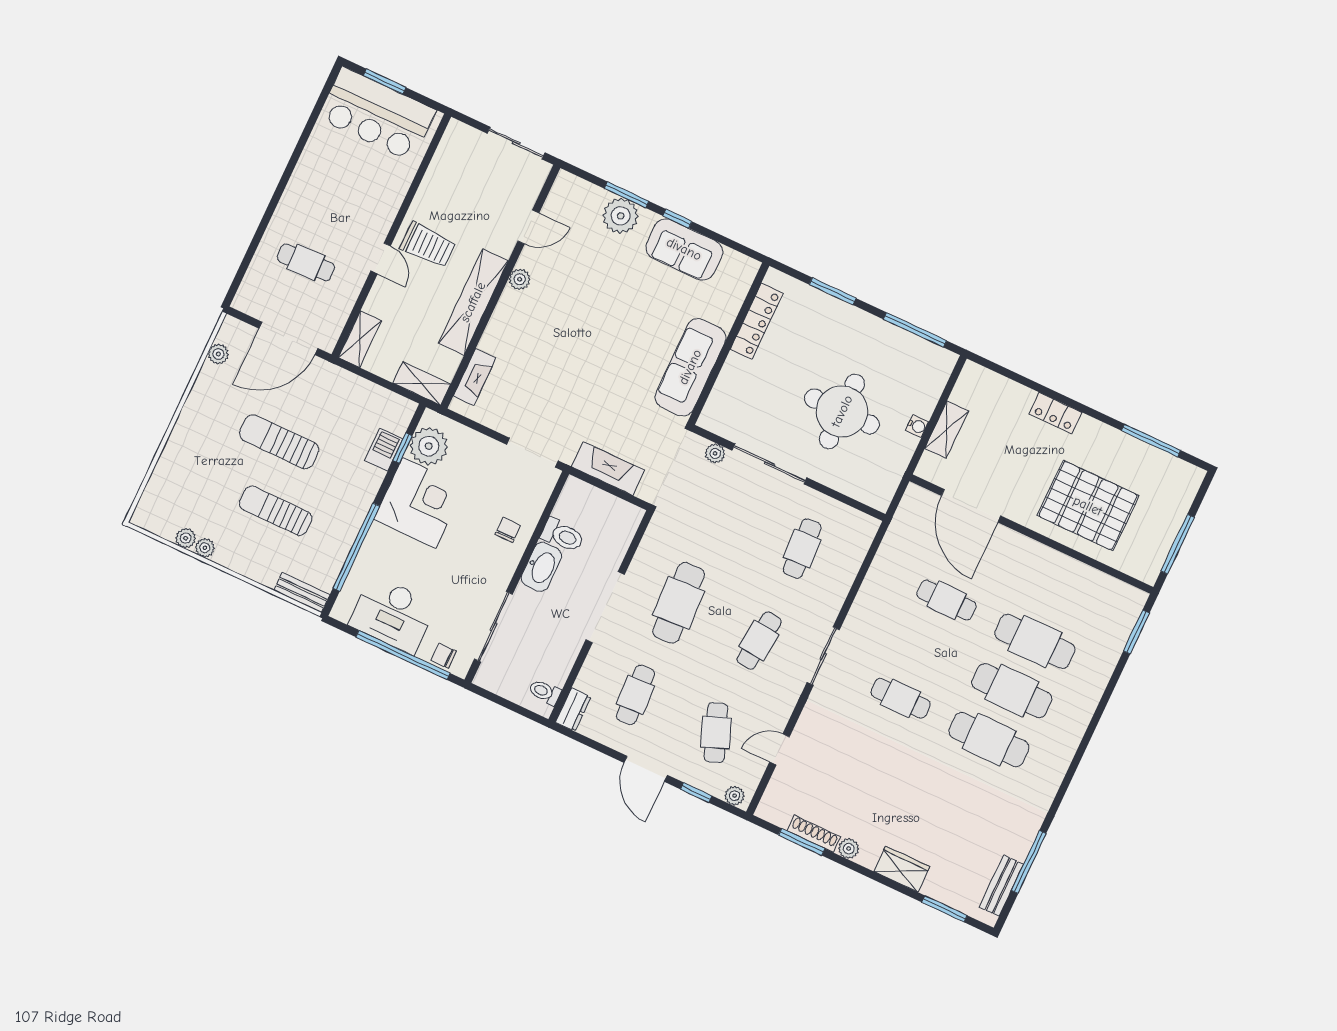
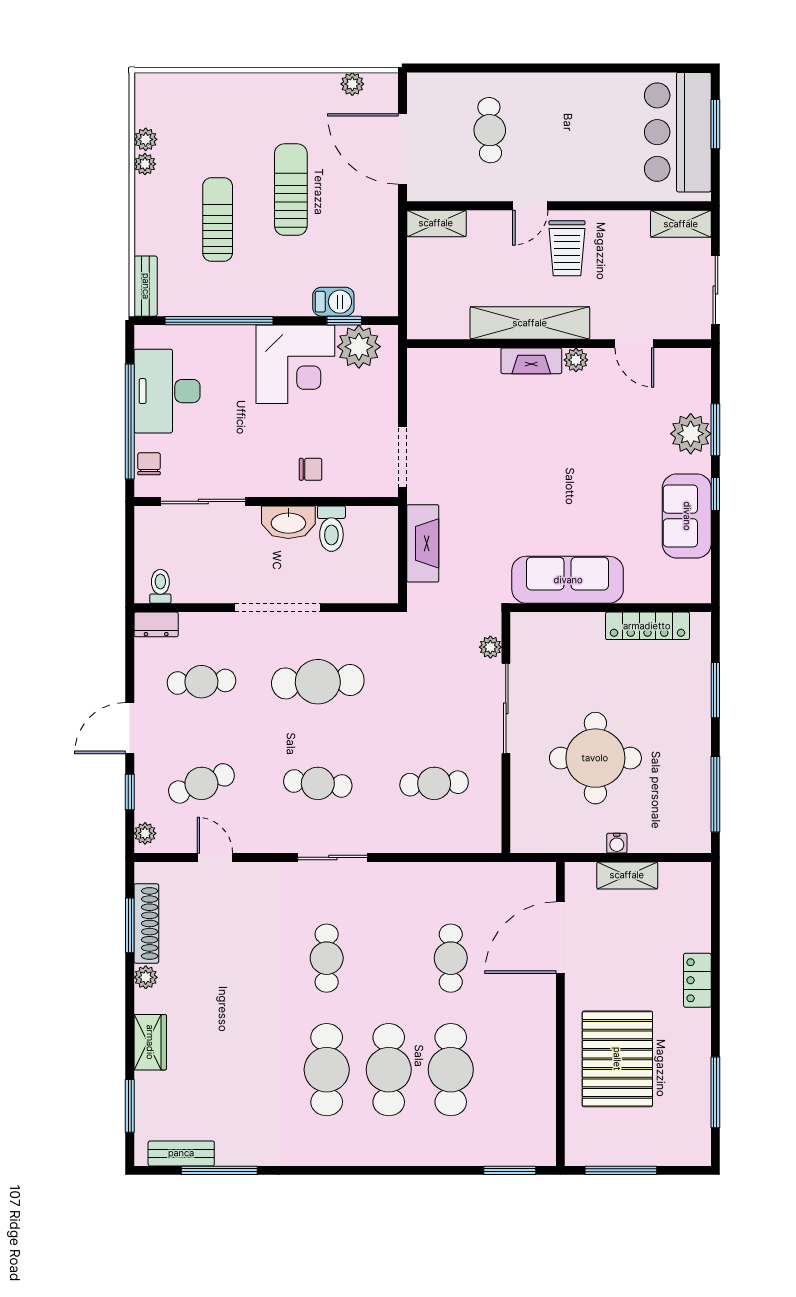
fireplace: (475, 377) -> (531, 361), moved
shelving: (422, 384) -> (681, 224), moved, turned 90
shoe rack: (814, 834) -> (146, 923), width x1.36, depth x1.24

